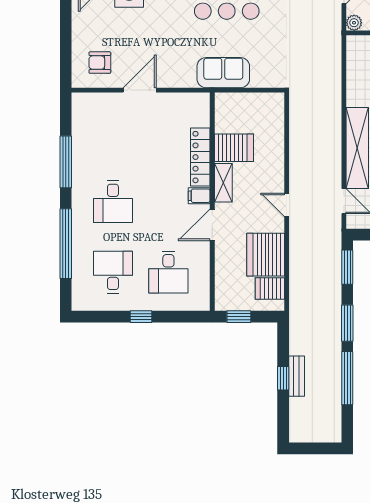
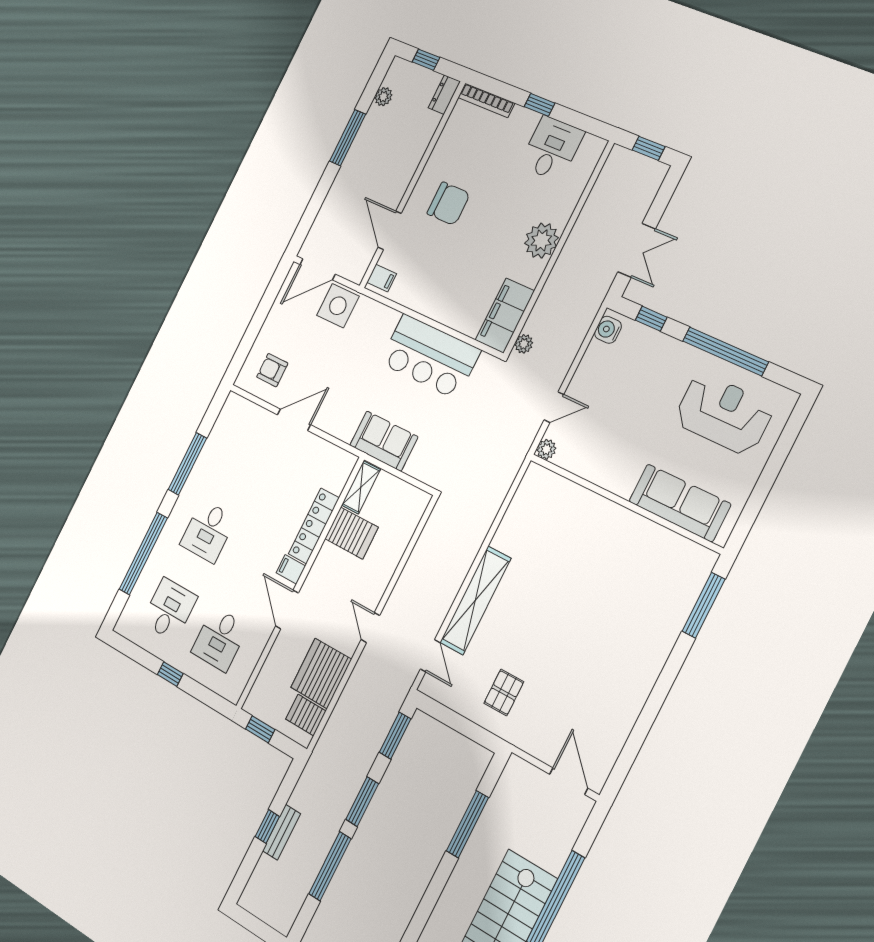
shelving: (223, 183) -> (361, 487), moved
door: (212, 225) -> (287, 610), hinge flipped

